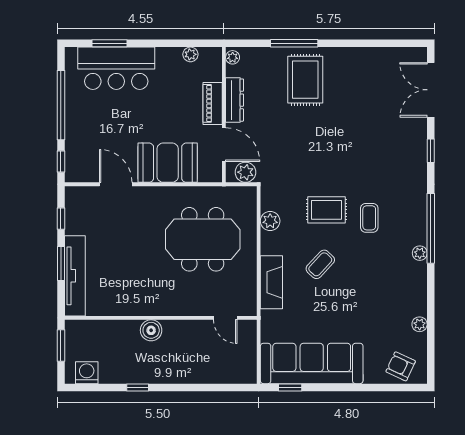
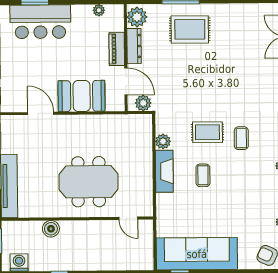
plant: (233, 57) -> (137, 17), width x1.87, depth x1.87
rug: (305, 80) -> (190, 29), turned 90
meeting table: (203, 239) -> (89, 182), moved
coffee table: (320, 264) -> (203, 175), turned -43
fireplace: (271, 282) -> (164, 171), moved
boiler: (151, 330) -> (51, 229), moved

